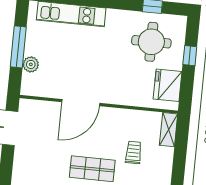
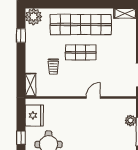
door: (81, 103) -> (93, 97), width x0.53

